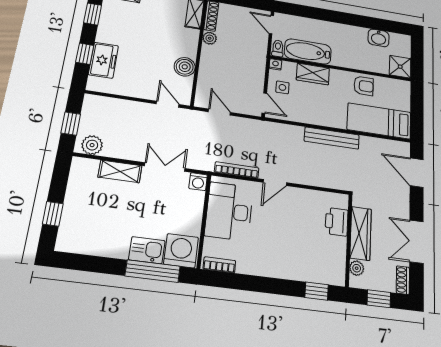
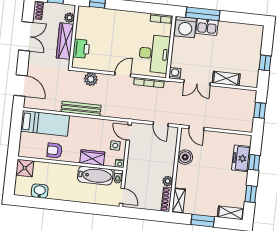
plant: (92, 145) -> (91, 79), moved
window: (53, 214) -> (265, 63), moved

